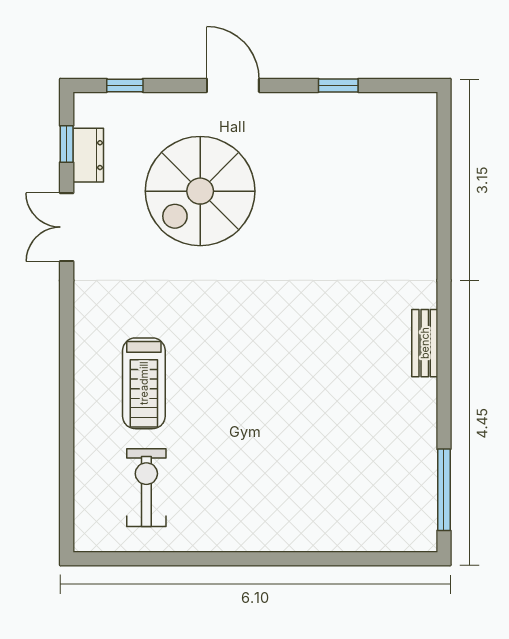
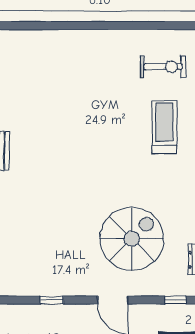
exercise bike: (146, 488) -> (163, 67), turned -90

